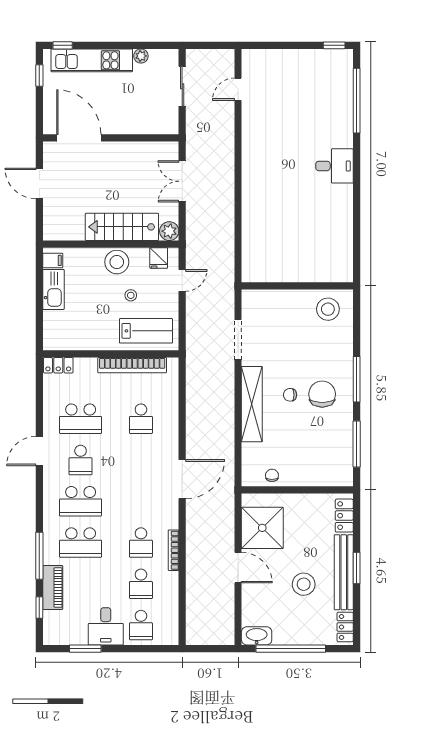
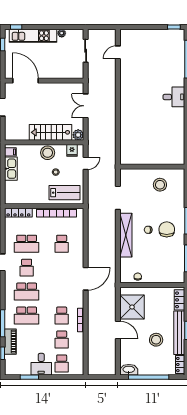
stool: (328, 309) -> (160, 185), moved
locker: (58, 365) -> (18, 213), width x1.53

